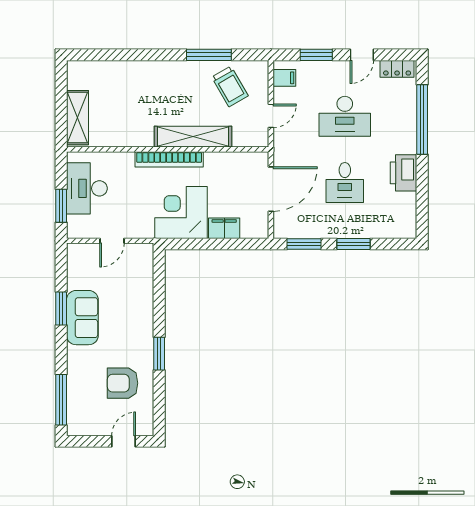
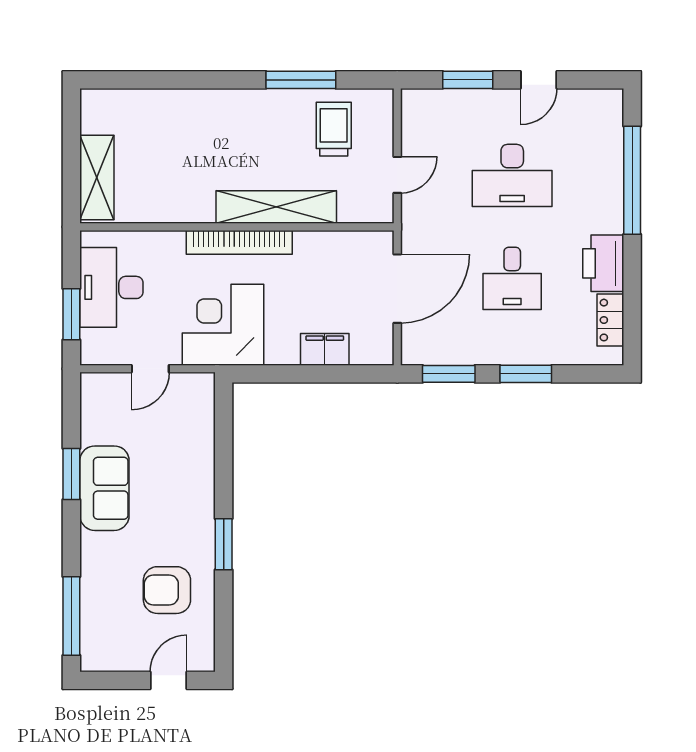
locker: (397, 69) -> (610, 320), moved, turned 90
filing cabinet: (284, 78) -> (418, 116), removed
trolley: (230, 86) -> (334, 129), turned -150
corner desk: (181, 212) -> (223, 325), moved

